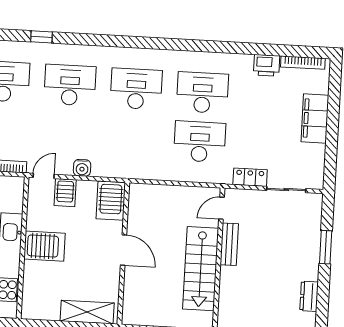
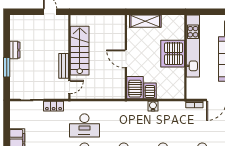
door: (44, 176) -> (175, 100), removed
server rack: (65, 193) -> (150, 91), moved
server rack: (44, 246) -> (173, 54), width x1.60
dresser: (309, 296) -> (15, 50), moved

